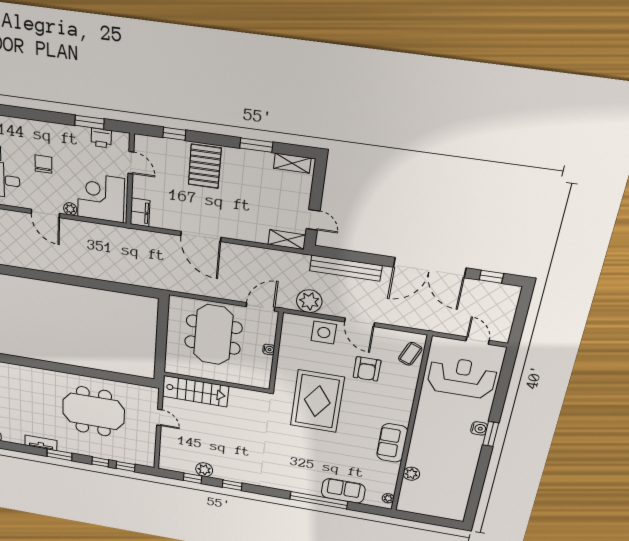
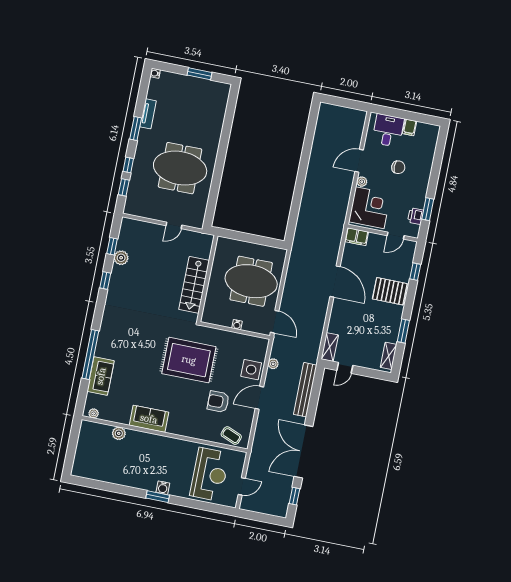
door: (201, 236) -> (335, 281), swing flipped
plant: (309, 301) -> (273, 364), width x0.53, depth x0.53
stairs: (196, 391) -> (194, 285), moved
meeting table: (94, 411) -> (180, 168), turned 90

